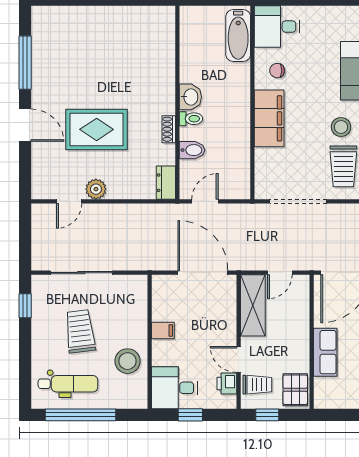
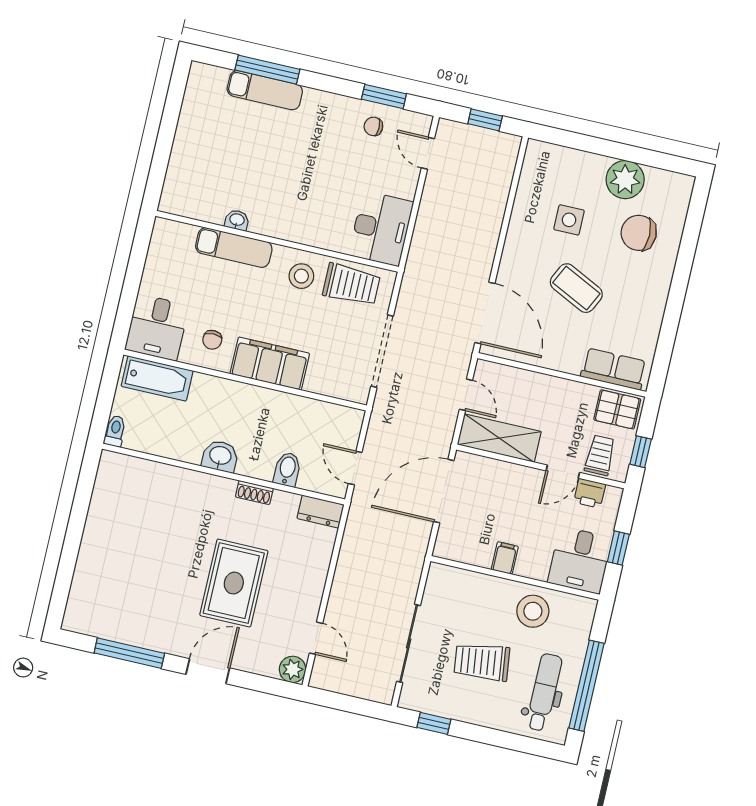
toilet: (191, 119) -> (115, 431), moved
plant: (96, 189) -> (293, 669), moved
row of seats: (325, 352) -> (614, 369), moved

